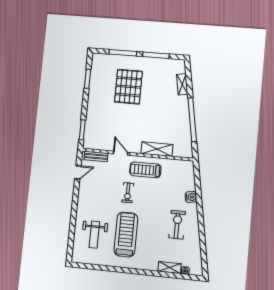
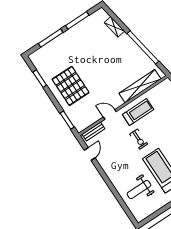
pallet: (128, 87) -> (71, 86), moved
shelving: (157, 149) -> (140, 86), width x1.47
treadmill: (145, 170) -> (138, 112), turned 180
weight bench: (94, 235) -> (139, 189), turned 90

